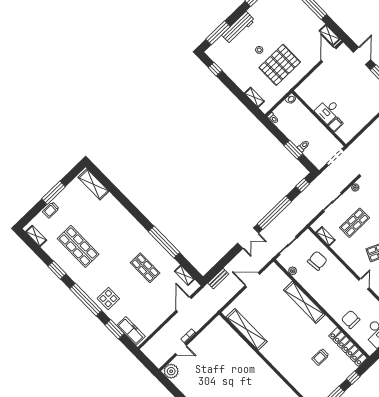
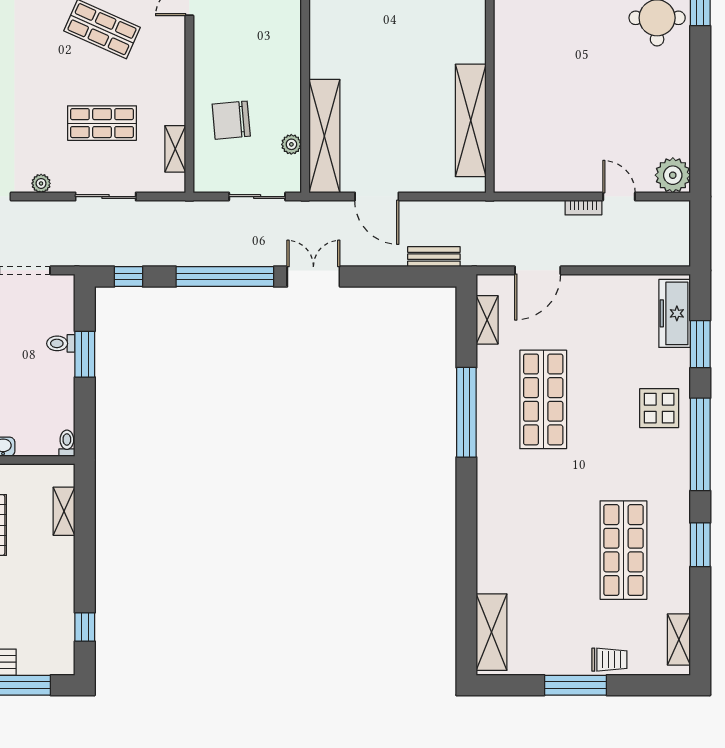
shop shelf: (145, 268) -> (543, 399), width x1.43, depth x1.36
shelving: (304, 302) -> (324, 136), moved

